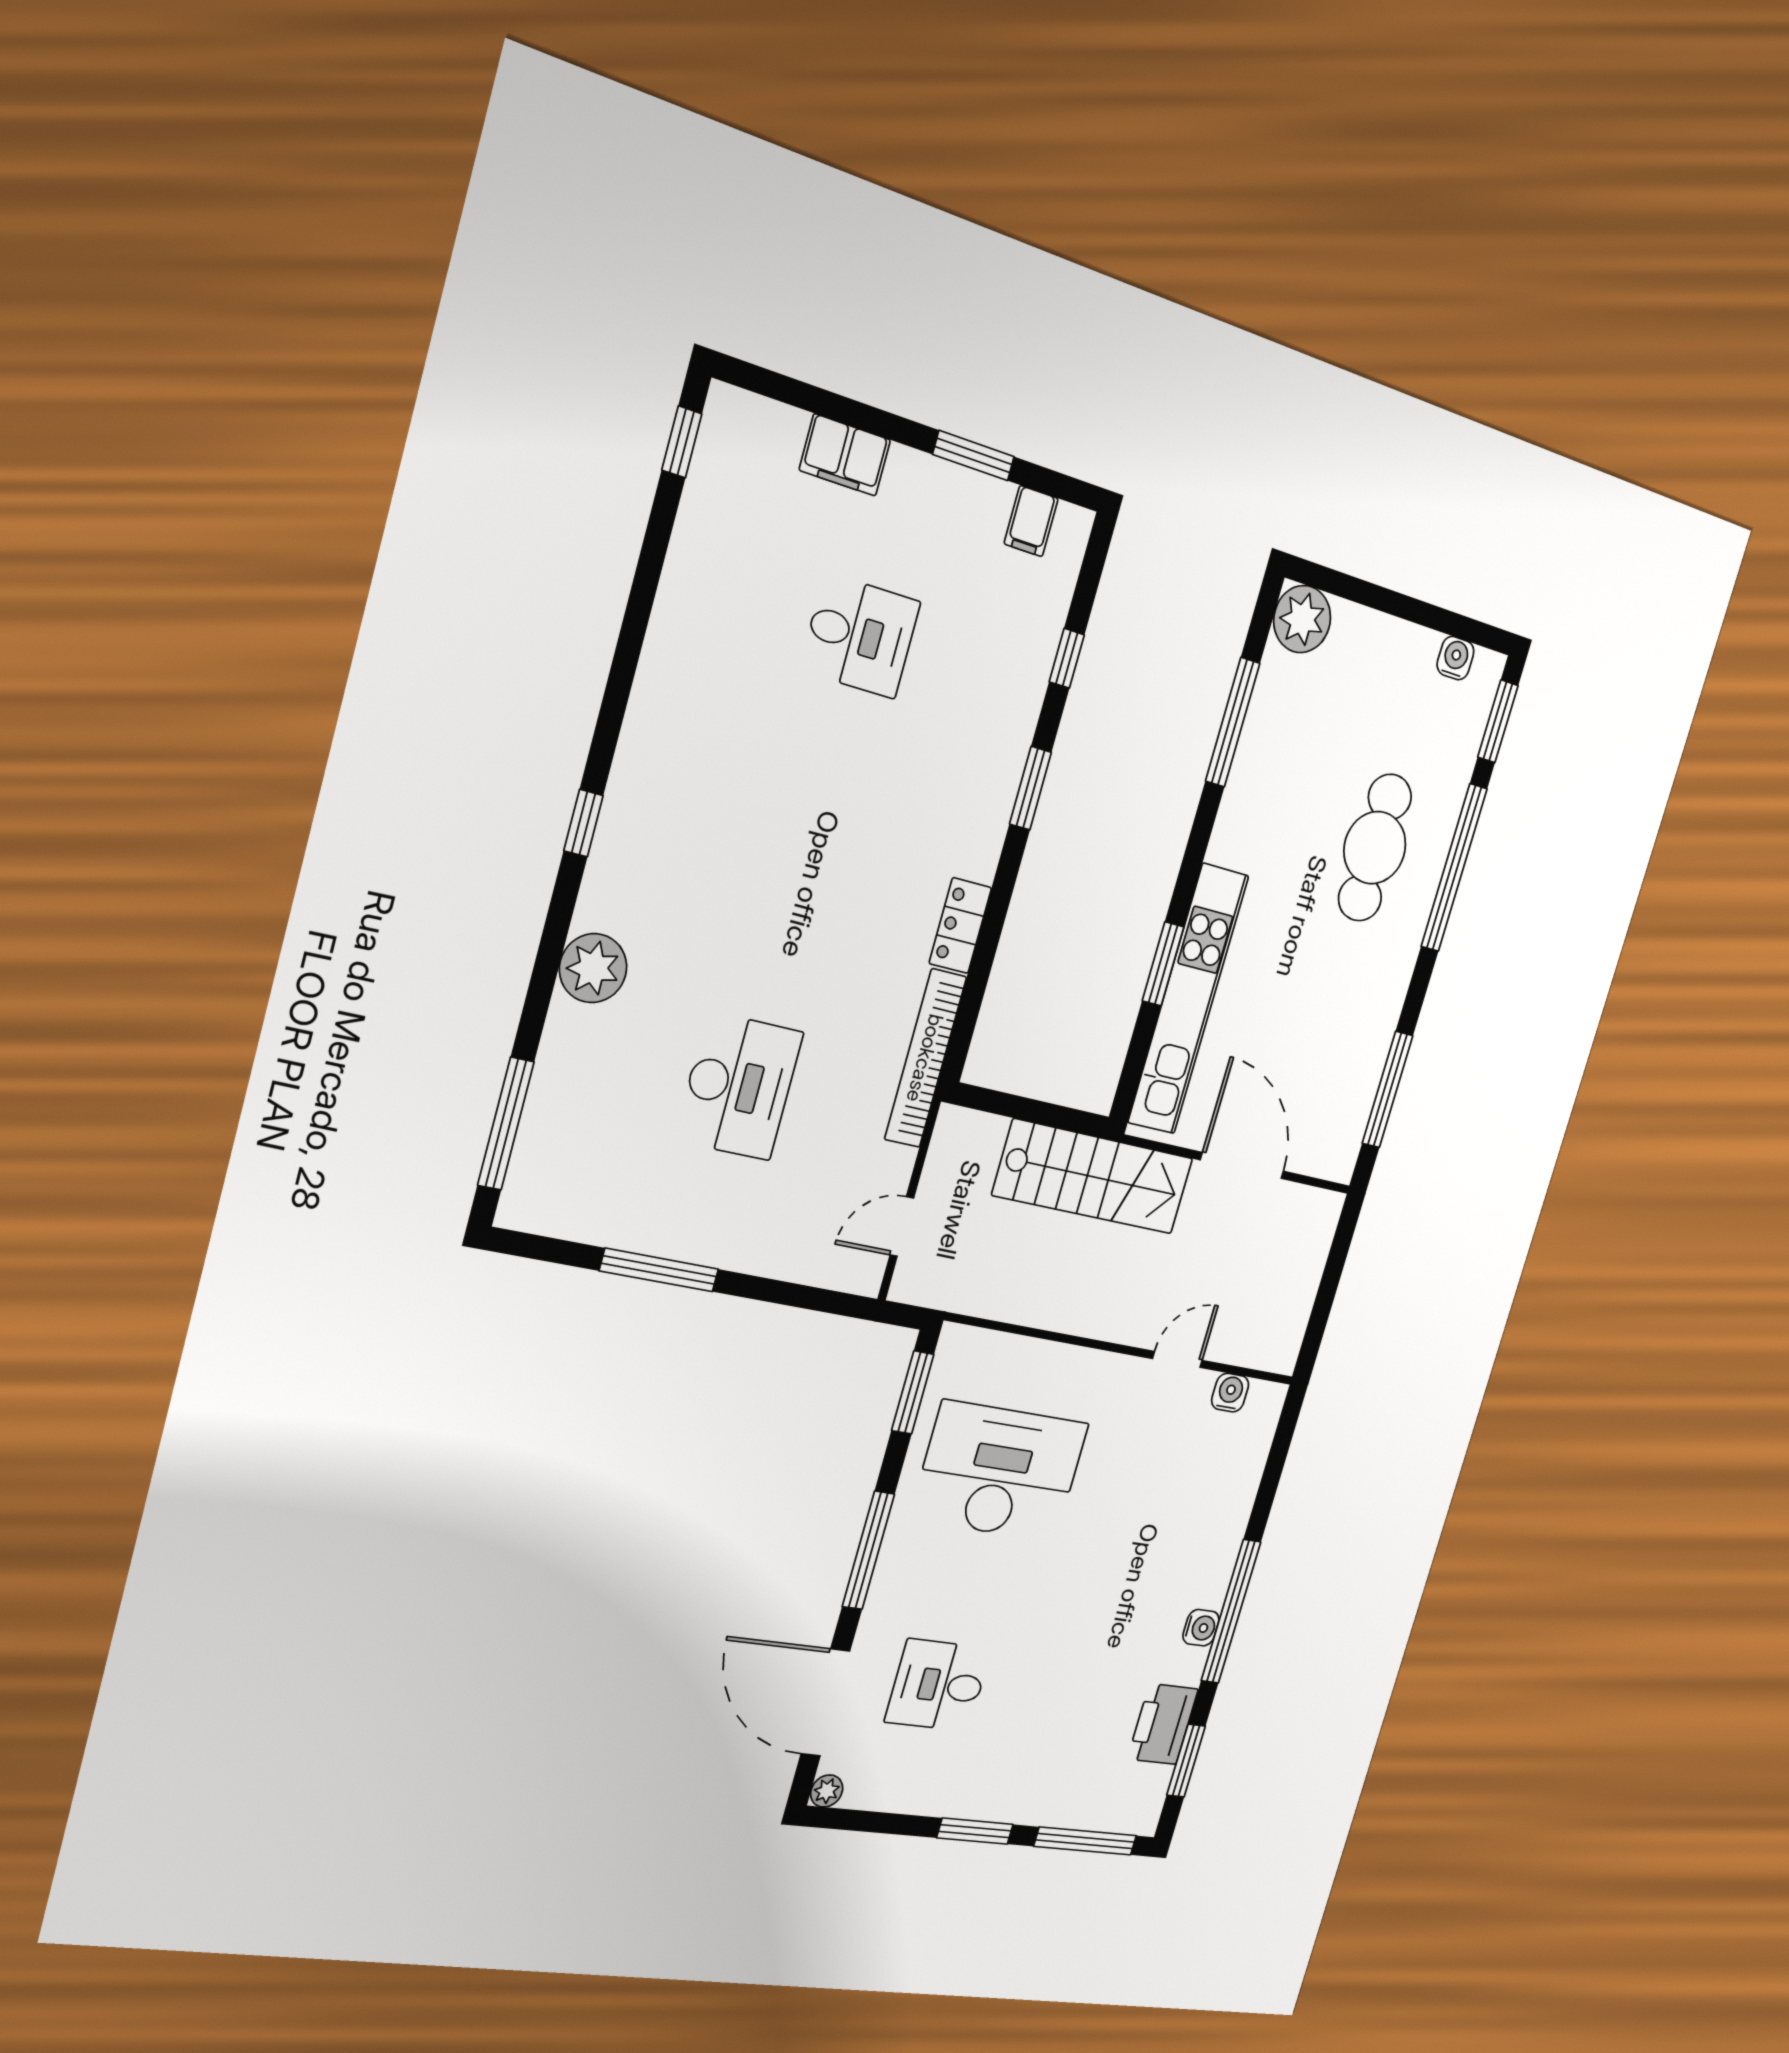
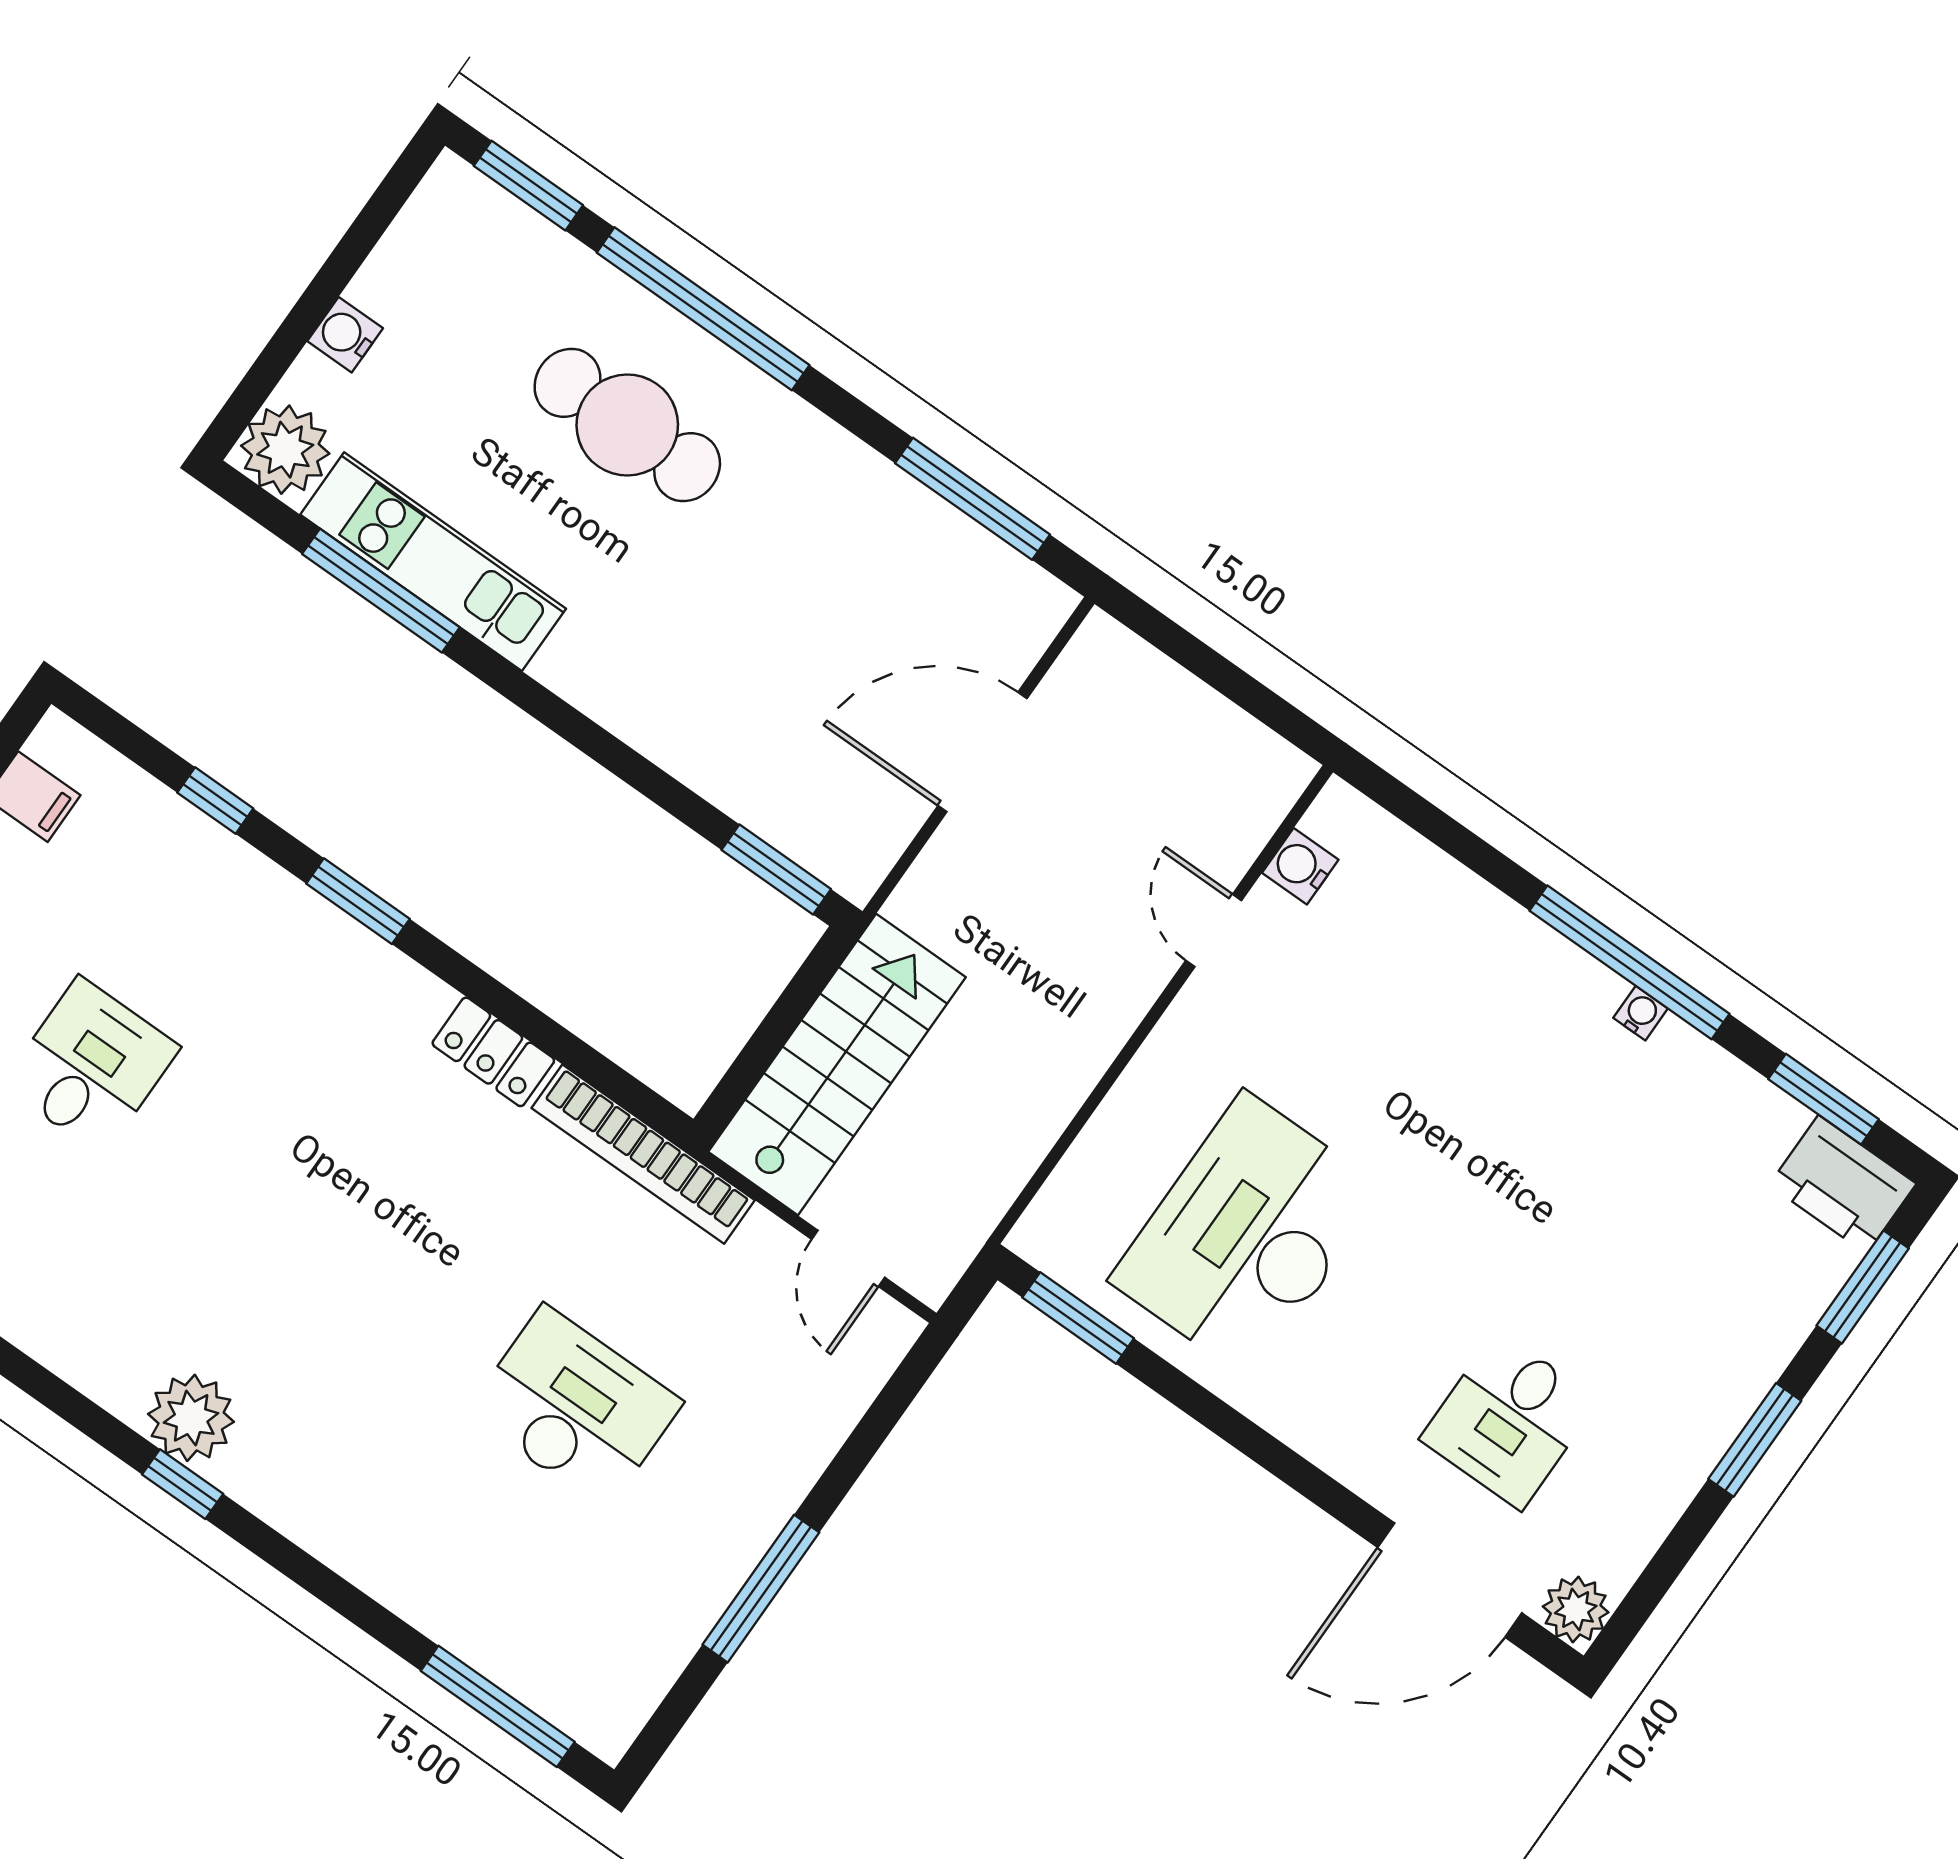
water cooler: (1455, 658) -> (345, 335), moved
window: (1163, 964) -> (776, 869), moved
plant: (593, 968) -> (191, 1418), moved
kitchen unit: (1188, 999) -> (433, 562), moved, width x0.73
stairs: (1093, 1177) -> (837, 1064), moved
window: (868, 1550) -> (1266, 1451), removed
water cooler: (1201, 1628) -> (1641, 1013), width x0.72, depth x0.72
printer: (1163, 1724) -> (1843, 1184), moved
plant: (827, 1791) -> (1576, 1609), width x1.38, depth x1.38
window: (1085, 1841) -> (1863, 1287), width x0.69

